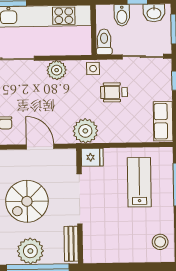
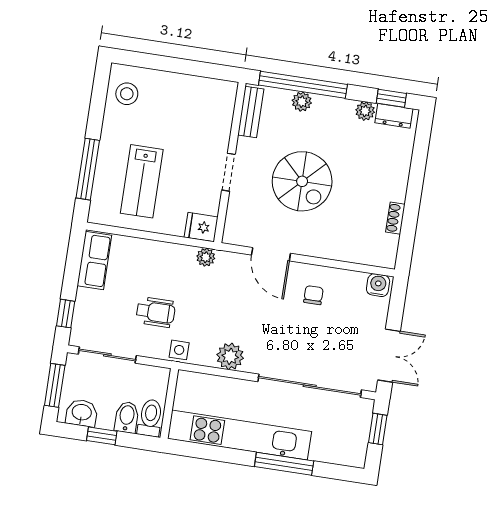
toilet: (104, 42) -> (150, 418), moved, turned 180
plant: (85, 131) -> (206, 257), width x0.53, depth x0.53
doorway: (80, 199) -> (228, 172), width x0.53
spiral stairs: (27, 201) -> (302, 181), turned 90
plant: (30, 251) -> (302, 102), width x0.53, depth x0.53

